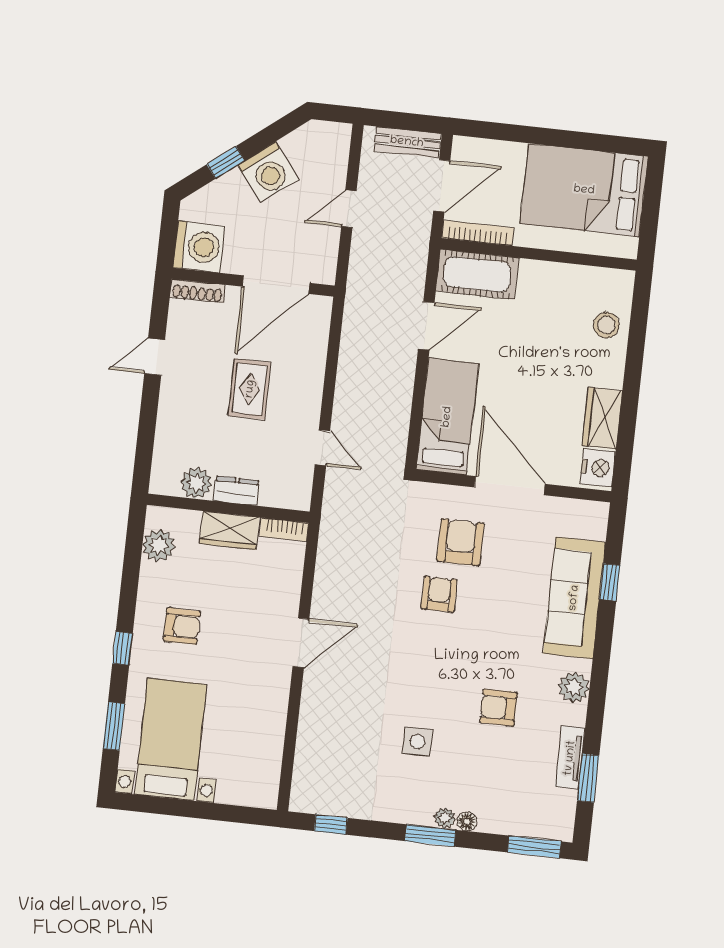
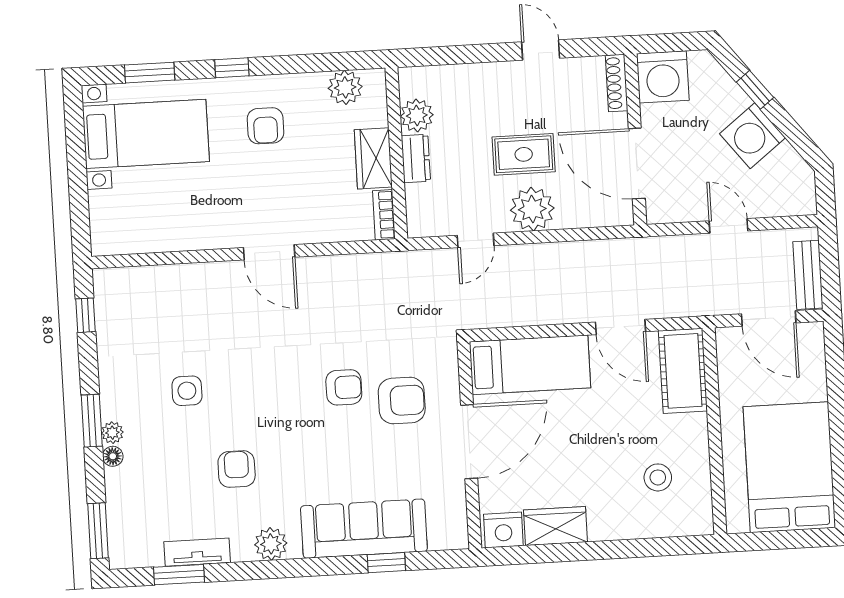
bookcase: (478, 233) -> (726, 364), removed
stool: (606, 325) -> (658, 477), moved
plant: (302, 390) -> (532, 209), added

